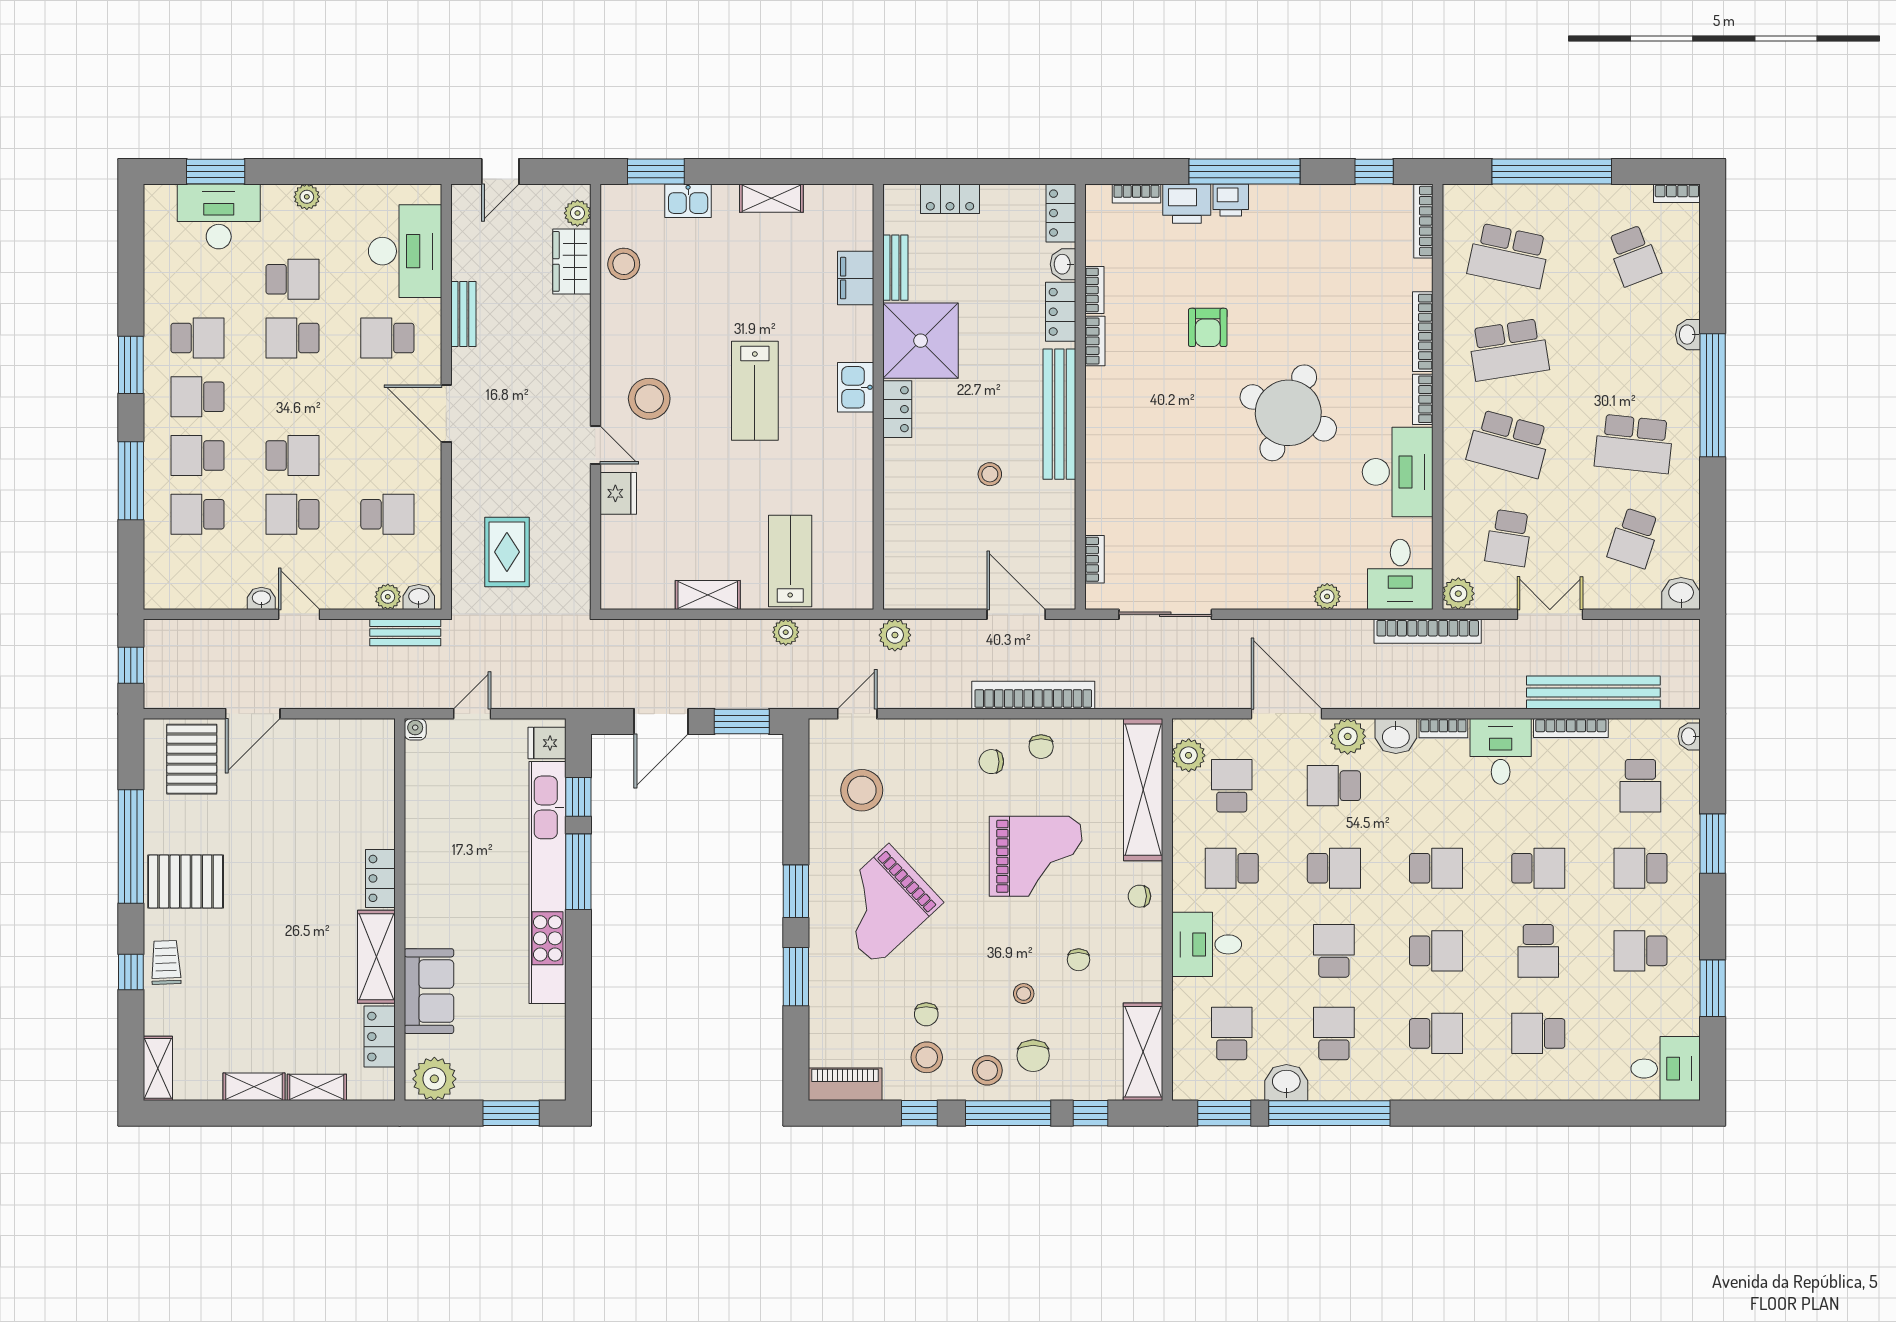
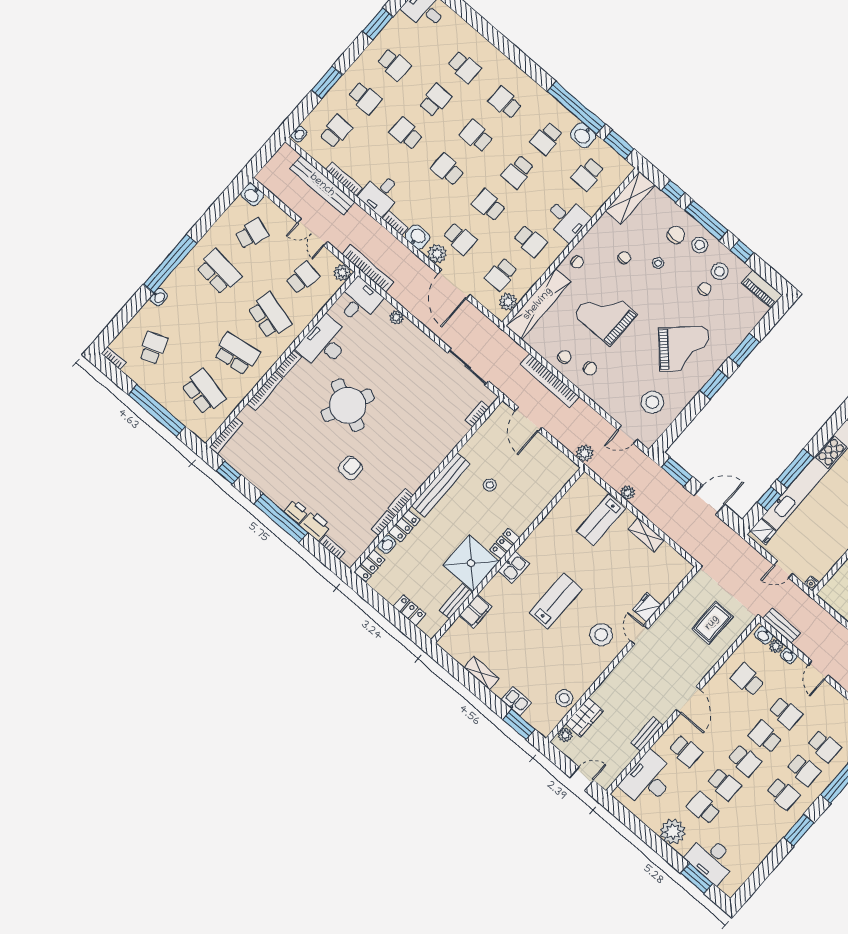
plant: (307, 197) -> (673, 832), width x1.88, depth x1.88
school desk: (197, 338) -> (745, 760), moved, turned 180
washbasin: (261, 598) -> (789, 656), moved

